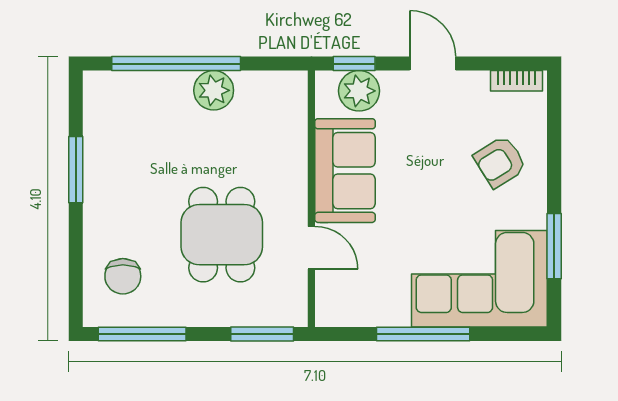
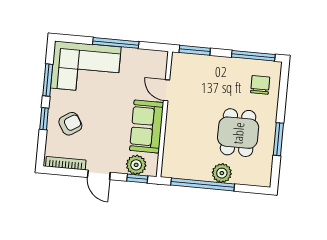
window: (176, 64) -> (203, 185), moved
bookcase: (517, 81) -> (66, 163), width x1.56
plant: (214, 90) -> (222, 173), moved
window: (554, 167) -> (44, 119), added
dining table: (222, 235) -> (238, 133), moved

